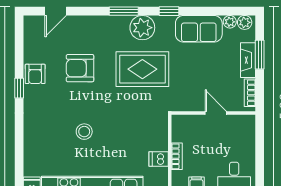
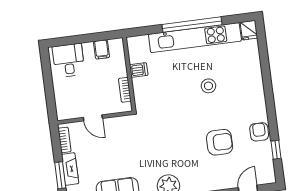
rug: (142, 69) -> (164, 149), removed
window: (19, 88) -> (276, 150), moved
bookcase: (177, 156) -> (125, 90), moved

